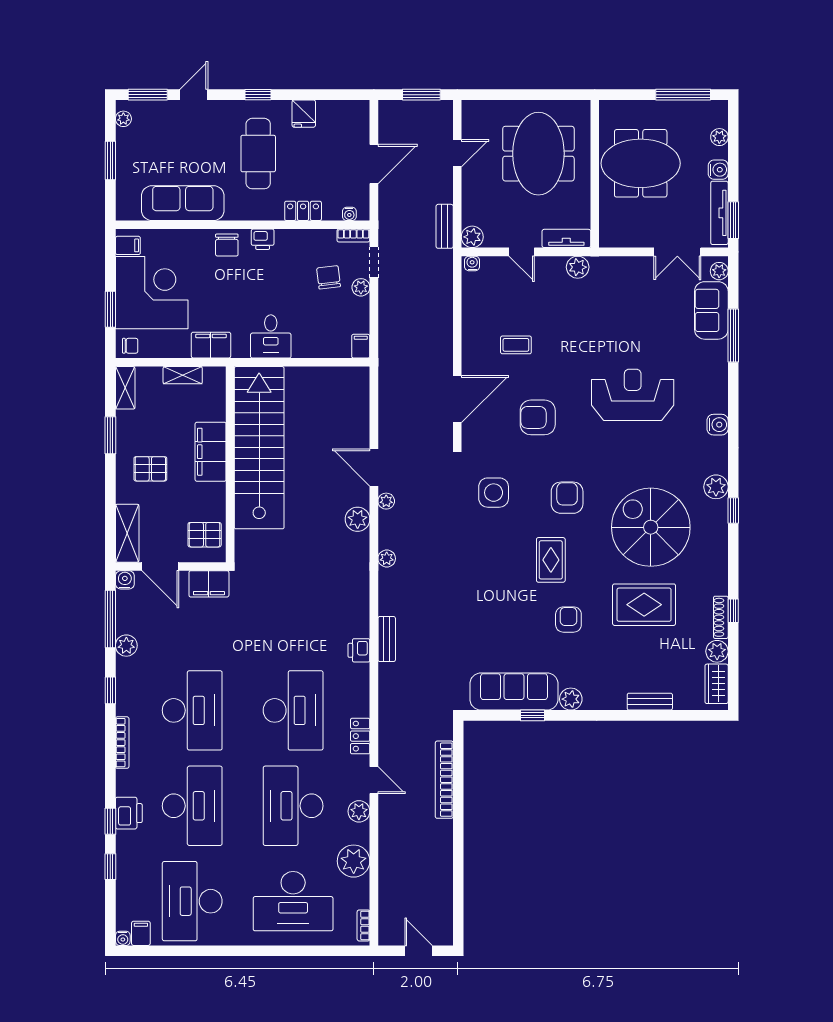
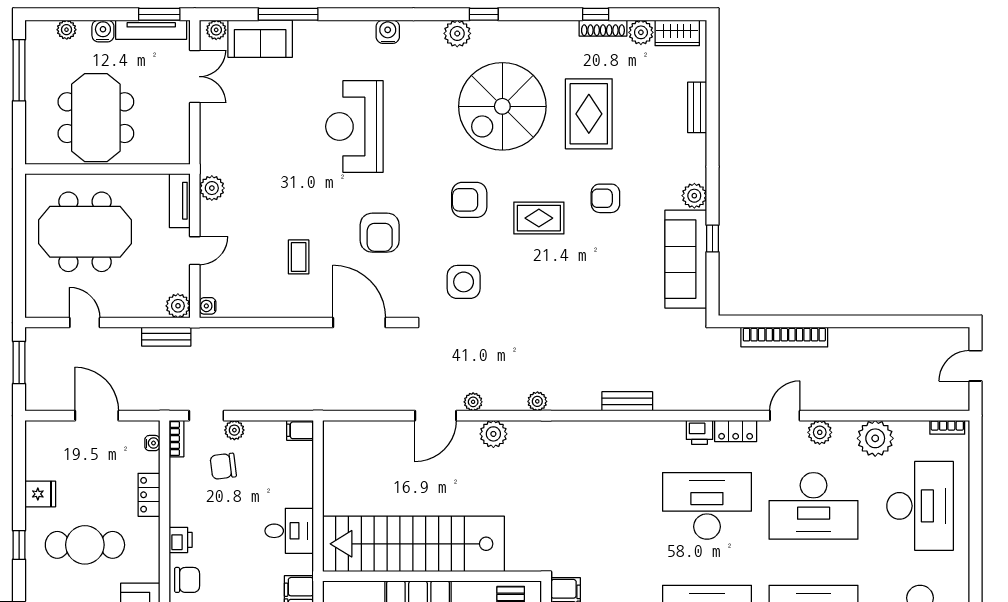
printer: (359, 650) -> (700, 432), moved

